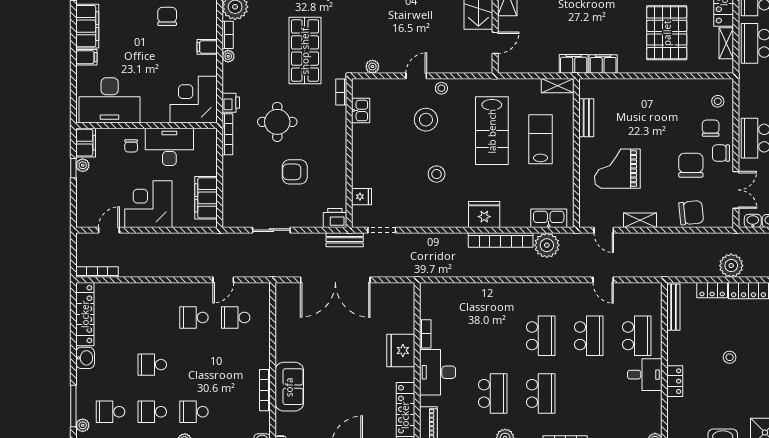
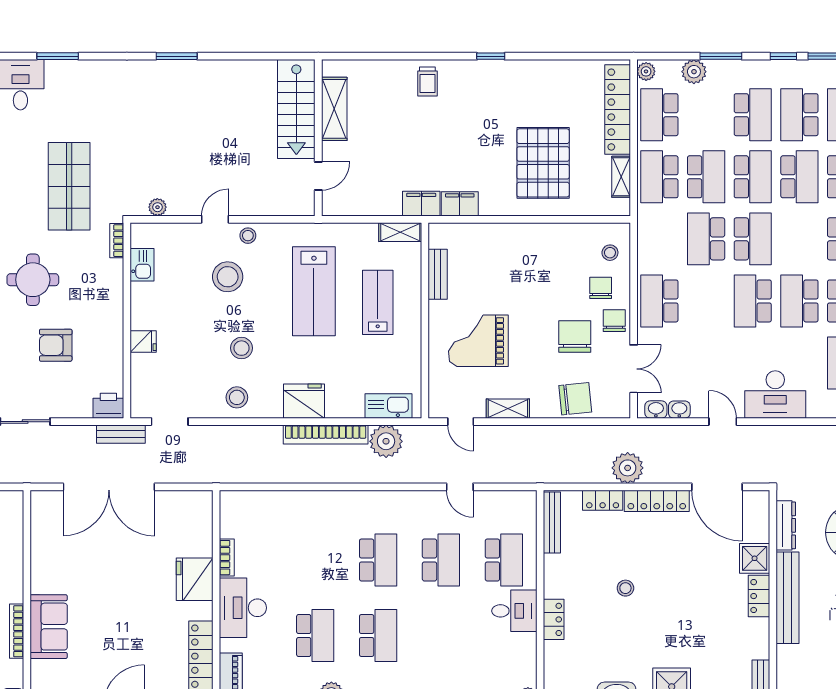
chair: (721, 153) -> (614, 321), turned 90
fridge: (361, 197) -> (143, 341), moved
stool: (433, 212) -> (237, 397), added

